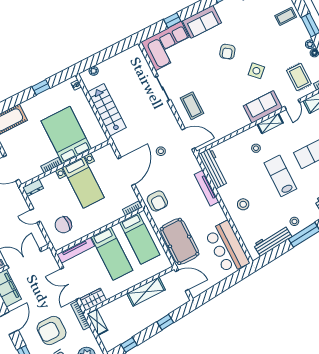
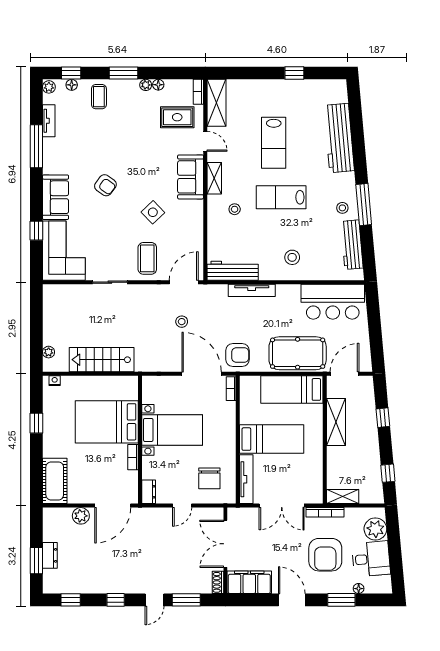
side table: (256, 71) -> (153, 212), moved
coffee table: (192, 106) -> (147, 258), turned 90
door: (126, 172) -> (202, 374), moved
bed: (140, 238) -> (292, 389), moved, turned 180
wardrobe: (93, 300) -> (314, 488), removed

